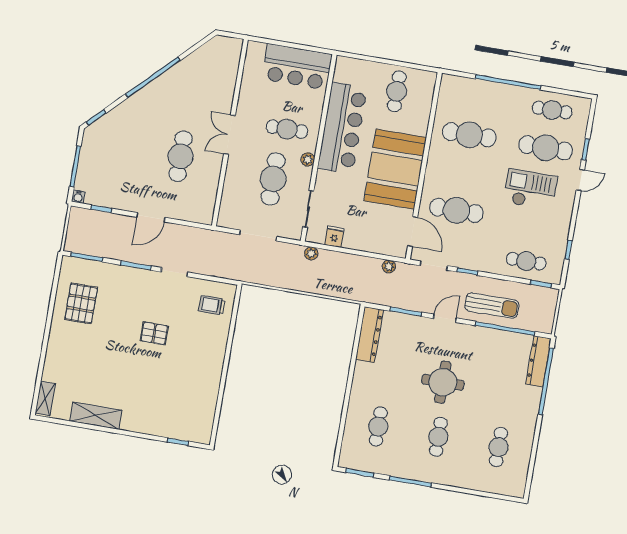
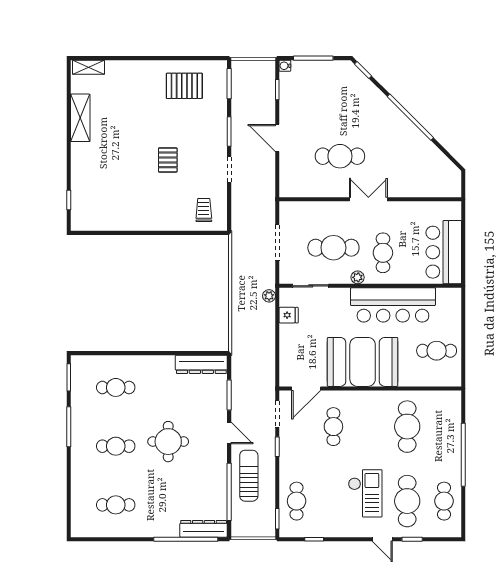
cafe table: (456, 210) -> (333, 427), width x0.73, depth x0.74
plant: (389, 267) -> (269, 372), removed
sun lounger: (492, 306) -> (249, 476), turned 180

